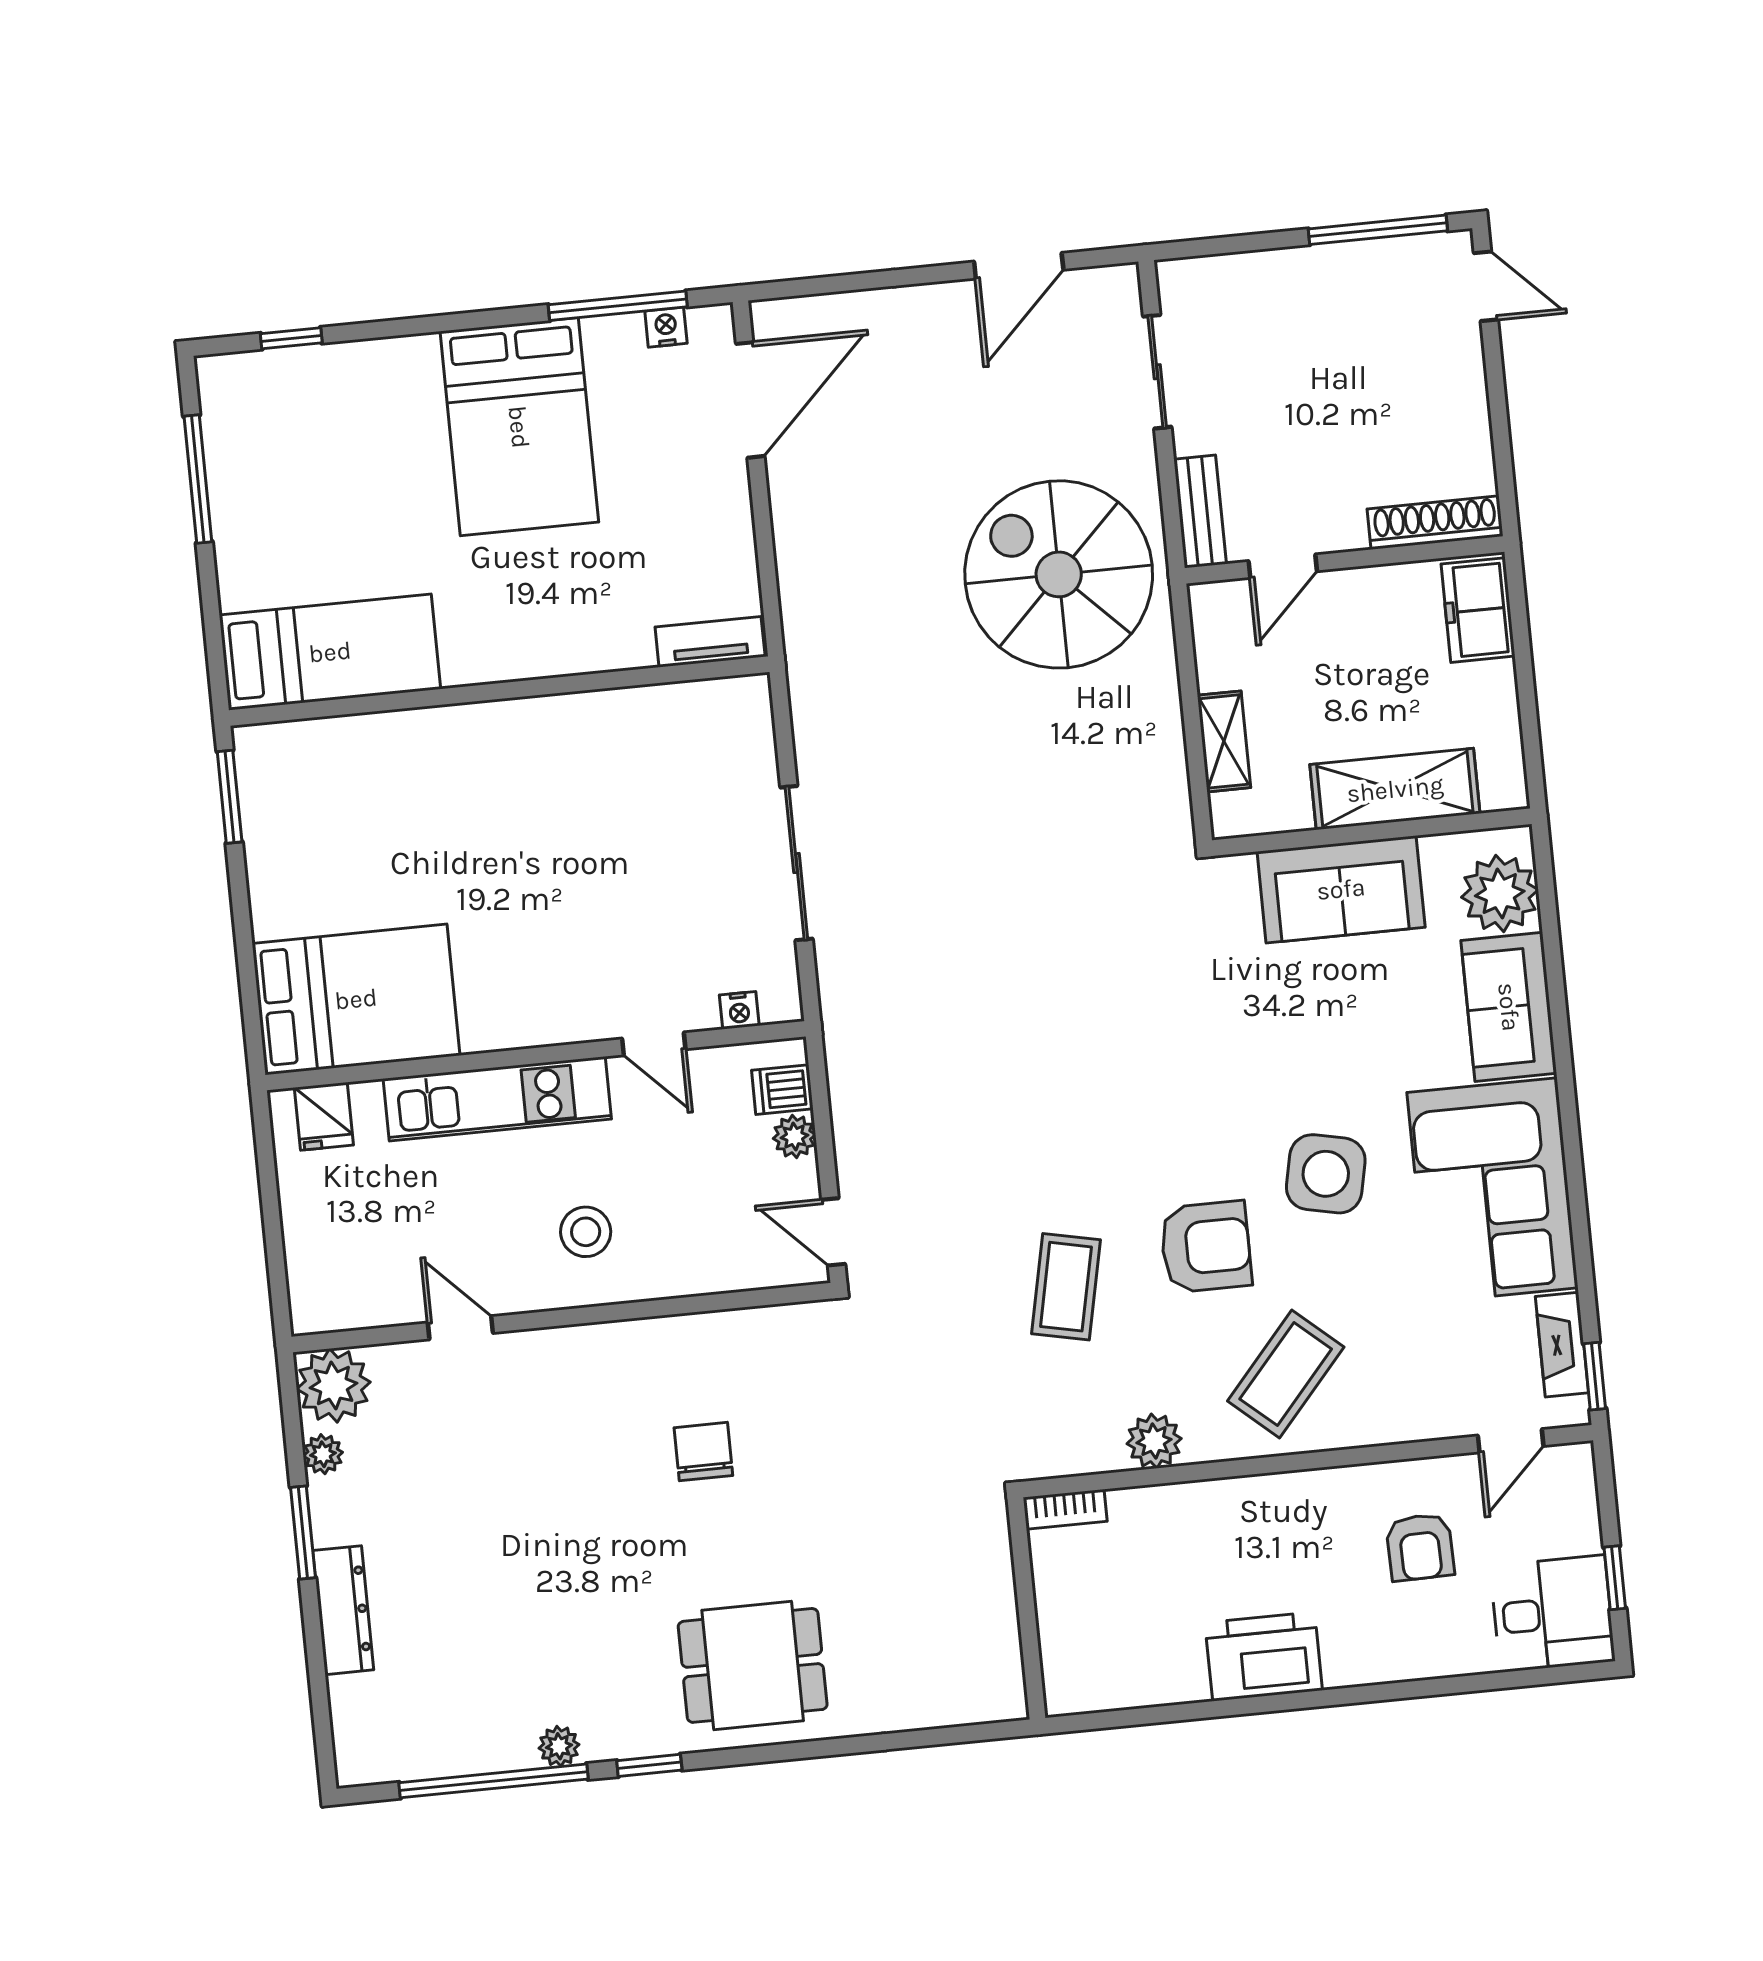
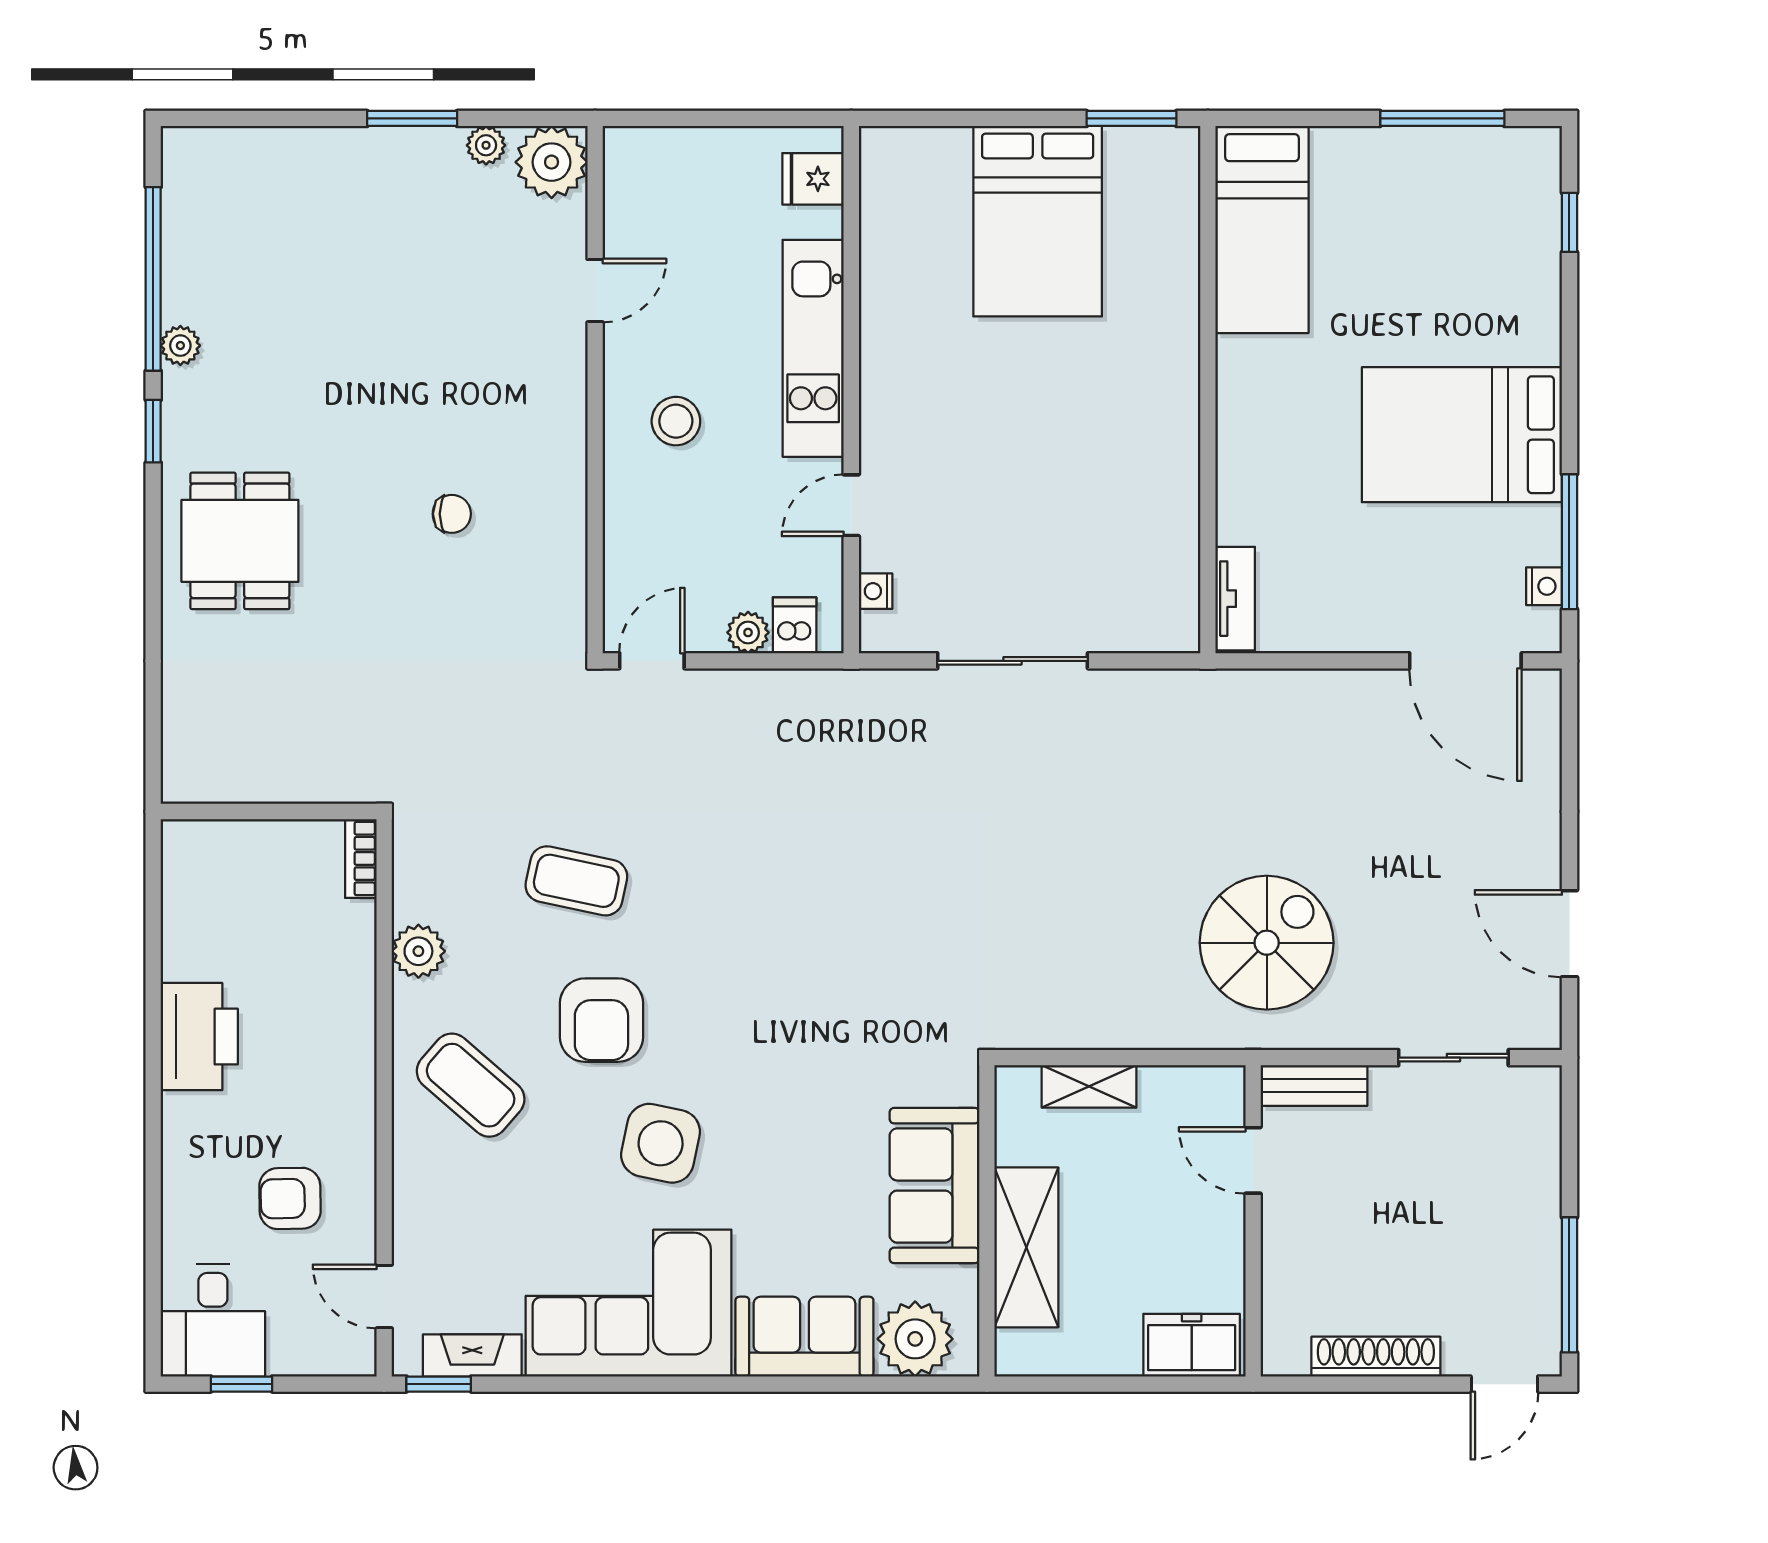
shoe rack: (1435, 523) -> (1376, 1357), moved, turned -90
spiral stairs: (1059, 574) -> (1267, 943), width x0.73, depth x0.73
bed: (356, 999) -> (1038, 221), moved
chair: (703, 1452) -> (452, 514), width x0.73, depth x0.73
dresser: (343, 1610) -> (333, 150), removed

